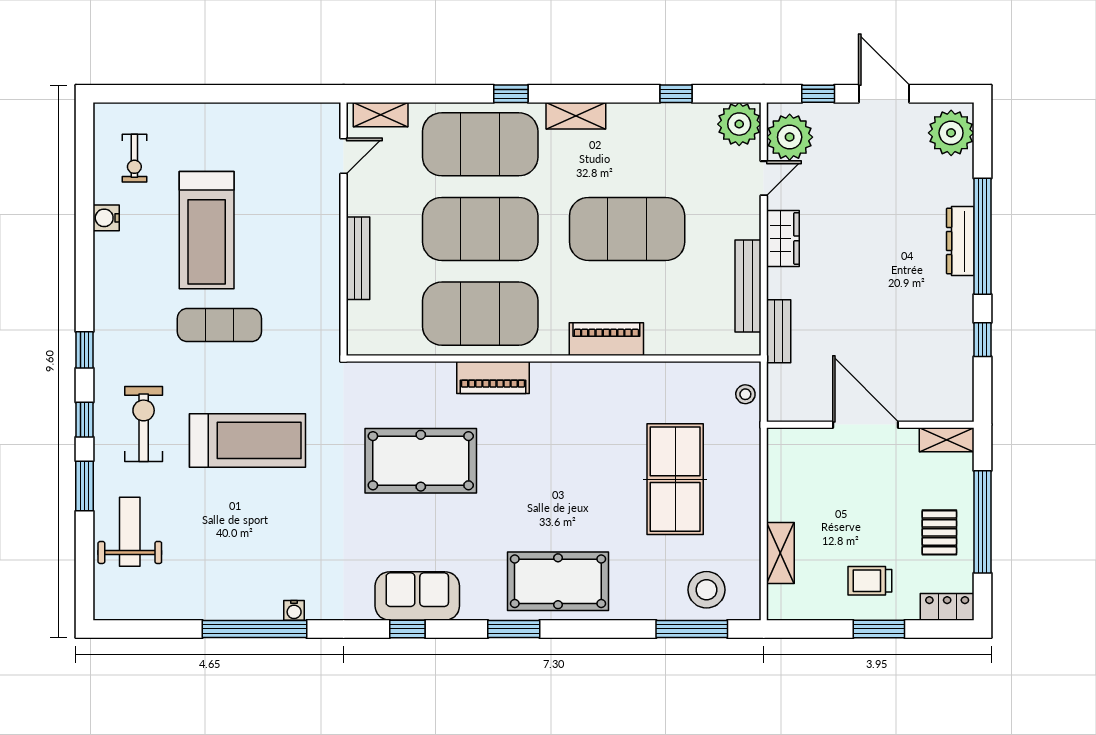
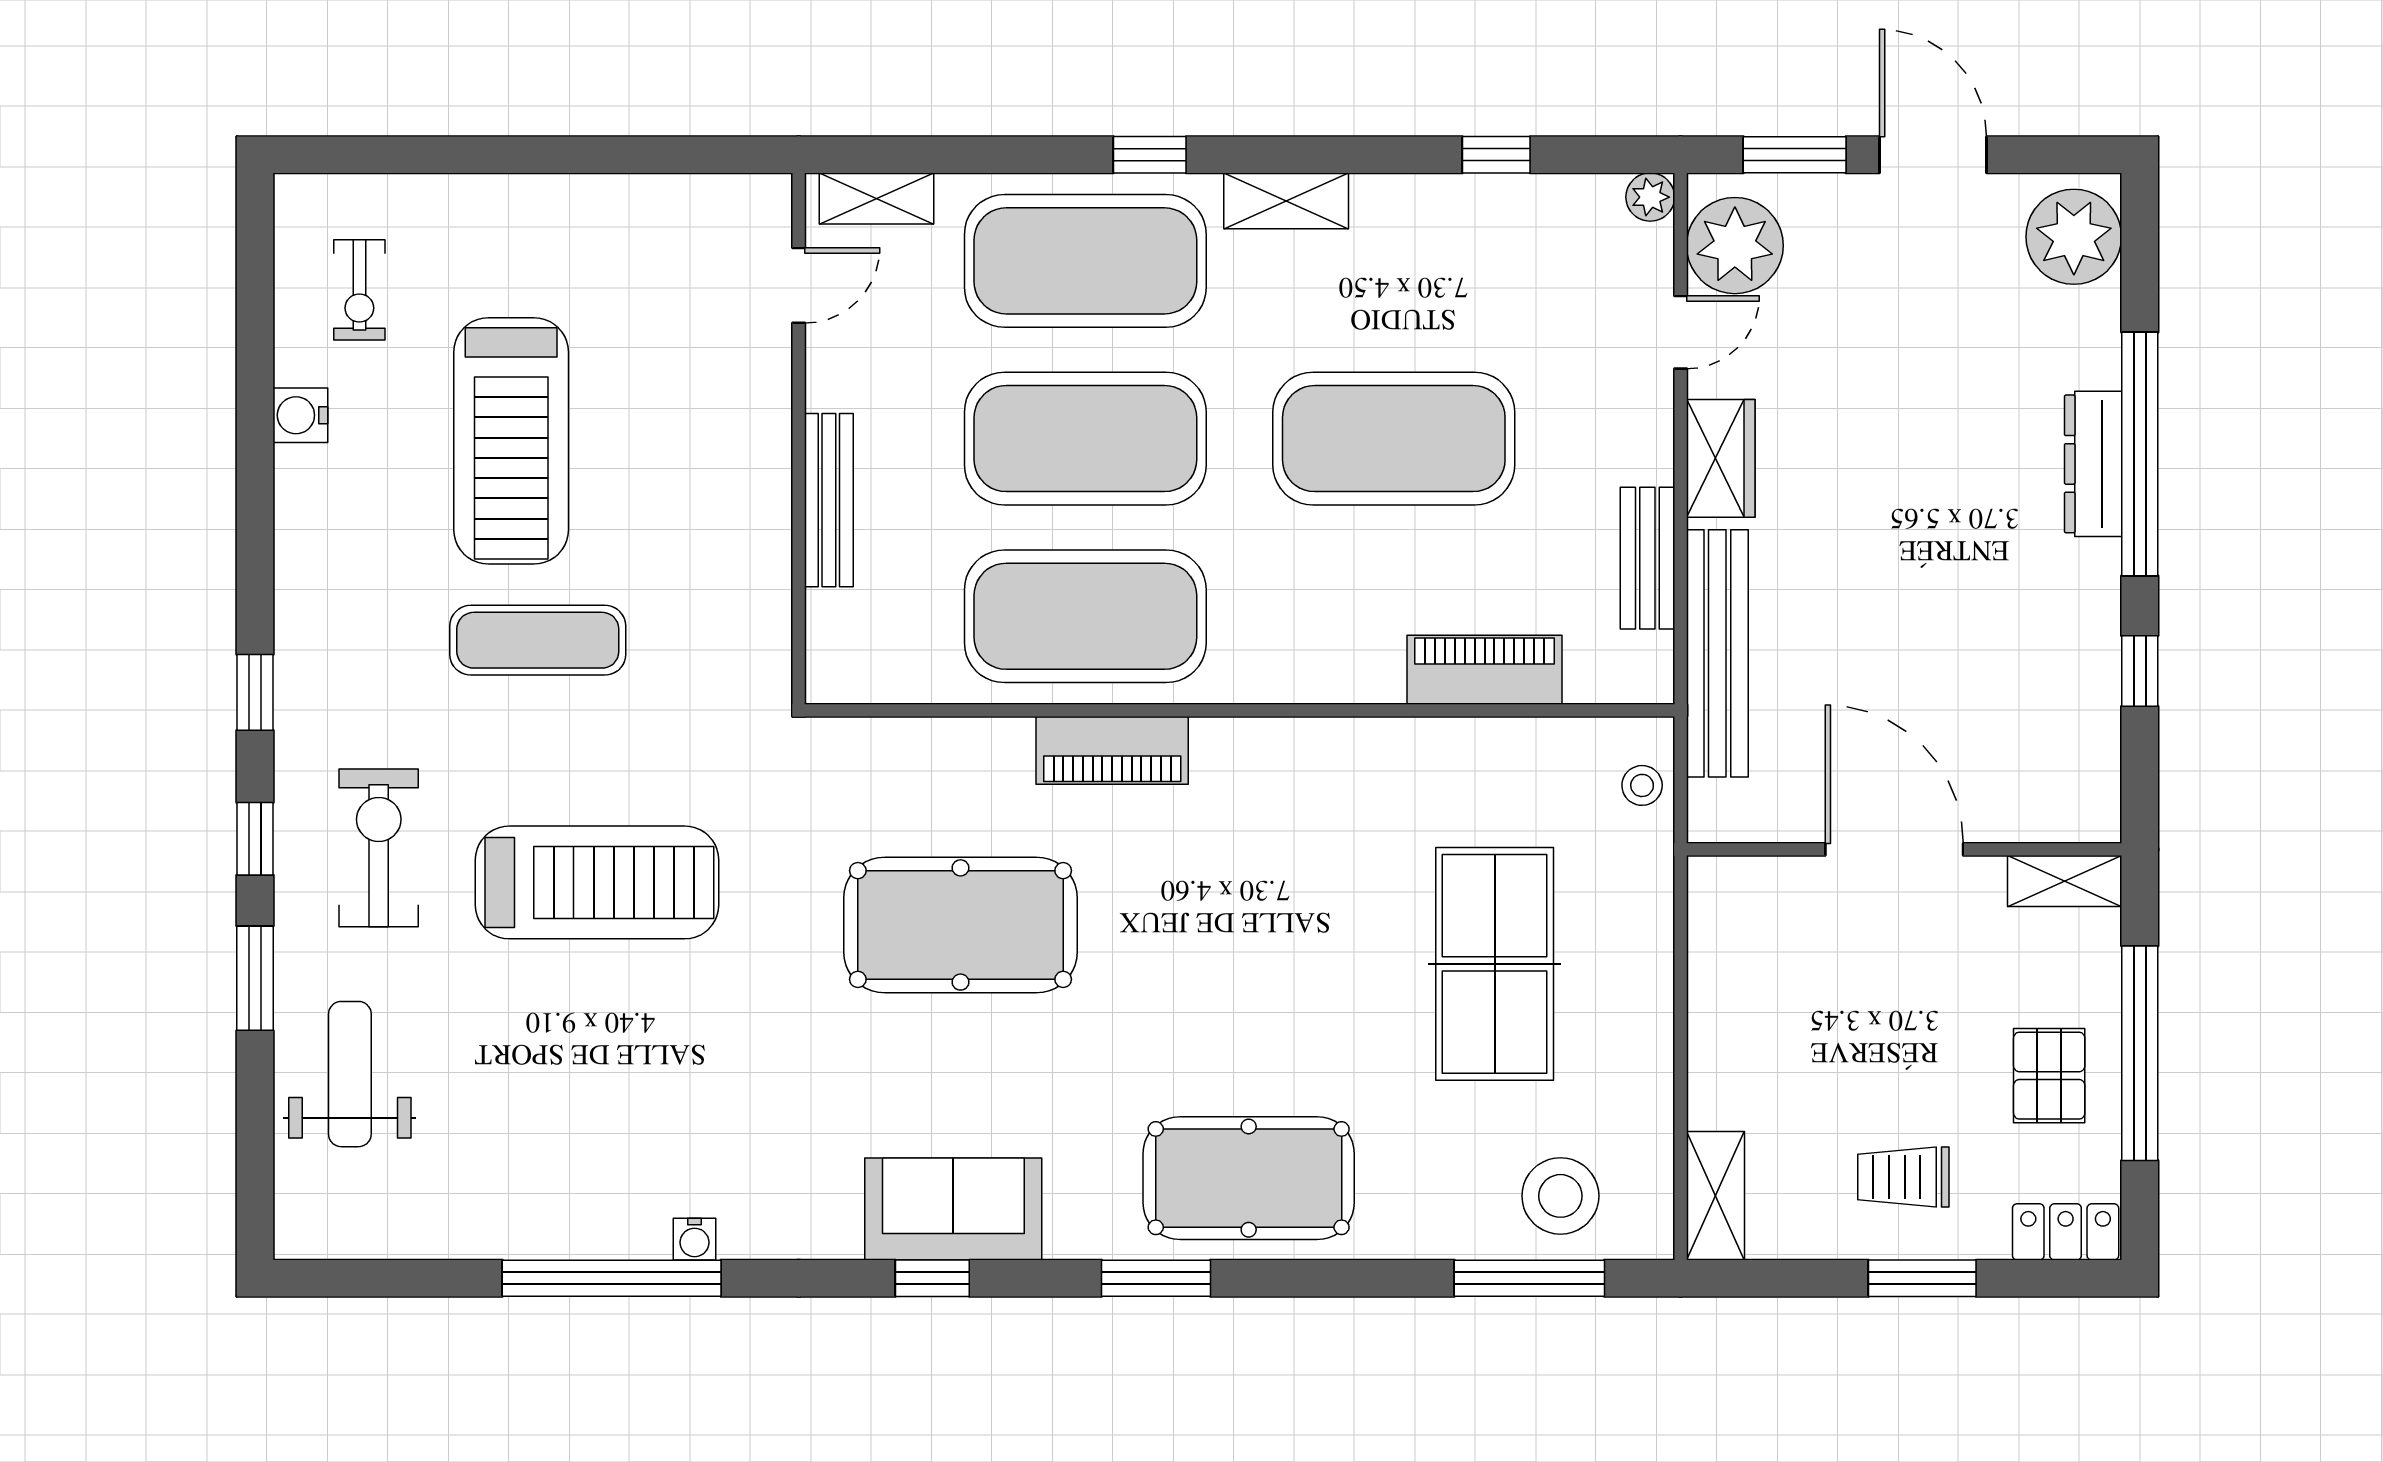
window: (818, 94) -> (1795, 155), width x1.50
plant: (739, 124) -> (1650, 197), width x0.53, depth x0.53
bench: (748, 286) -> (1647, 558), width x0.73
bench: (779, 331) -> (1717, 653), width x1.86, depth x1.21
piano: (606, 339) -> (1485, 670), moved
shelving: (780, 553) -> (1716, 1196), moved

